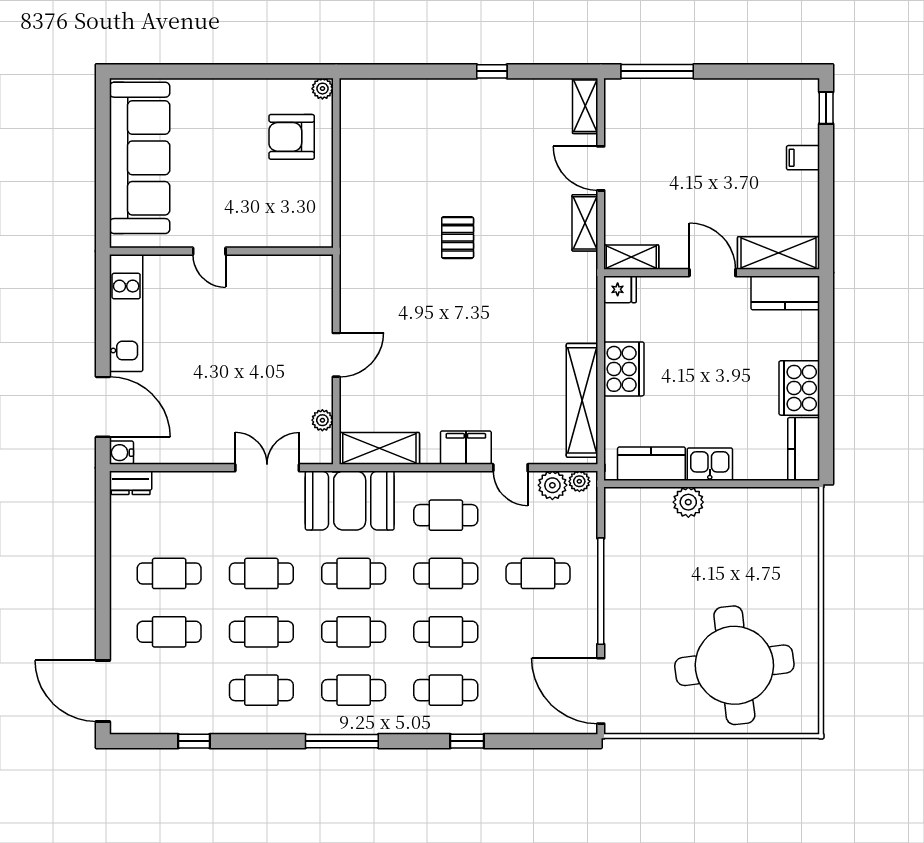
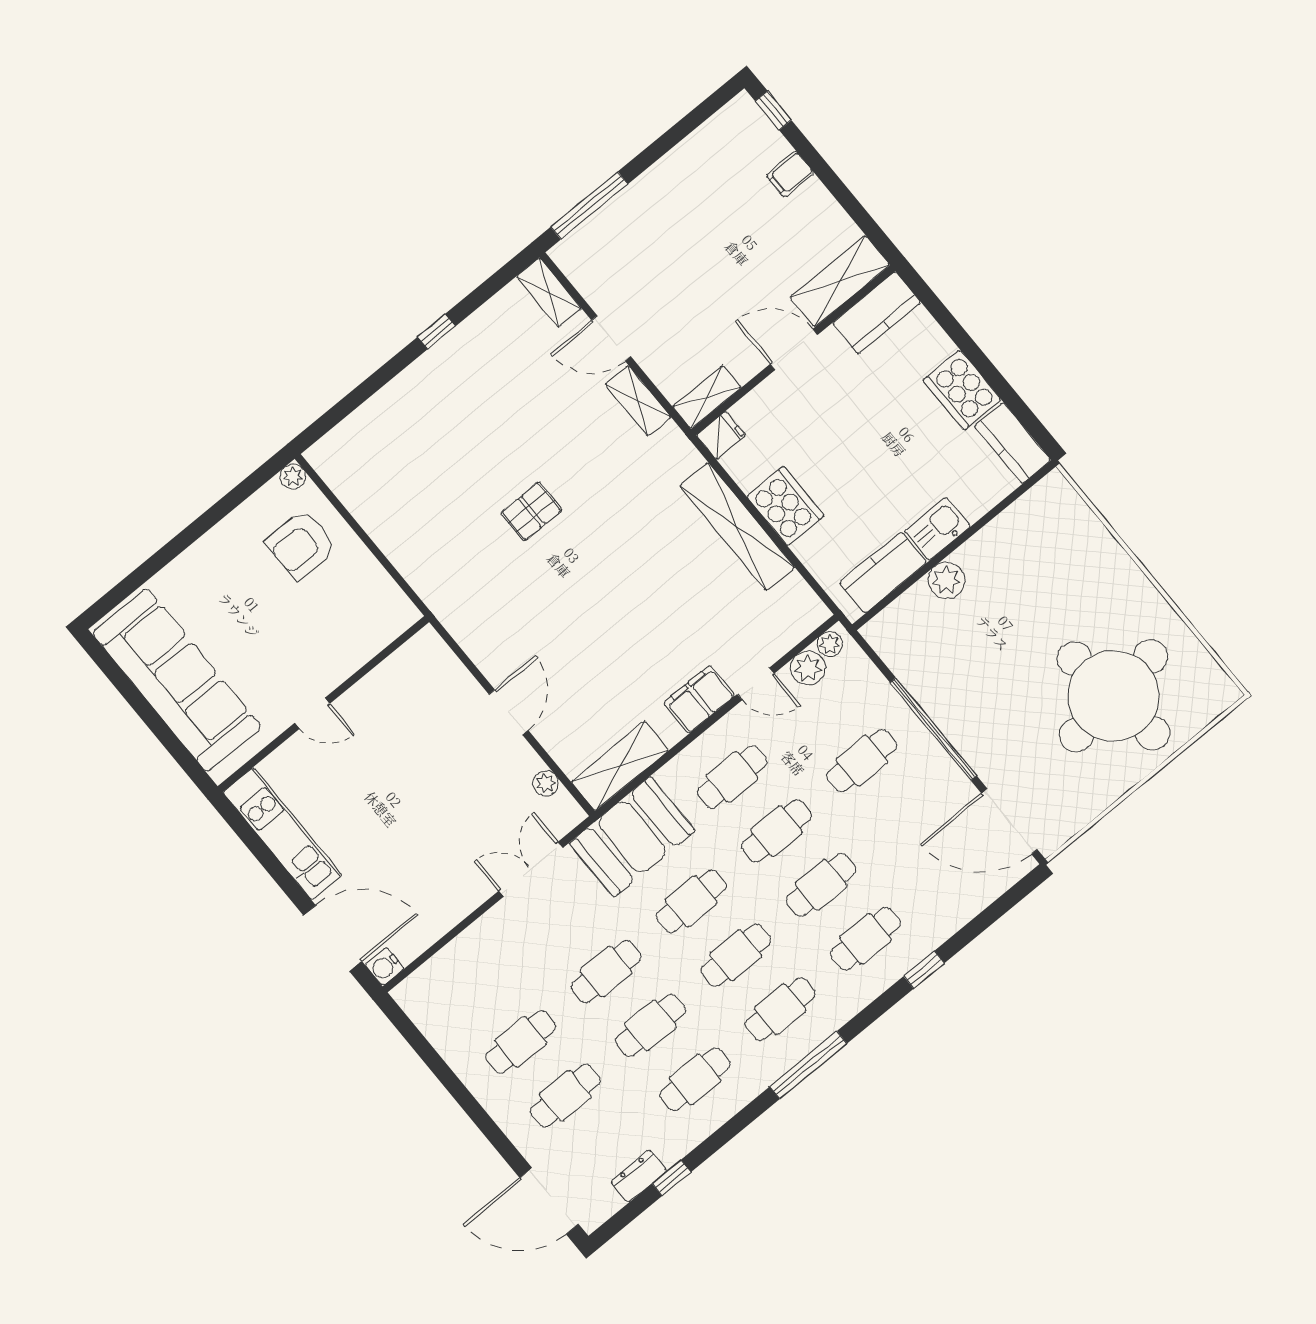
pallet: (458, 238) -> (531, 511), turned 90
shelving: (582, 400) -> (737, 526), moved
dresser: (131, 483) -> (639, 1176), moved, turned 180

